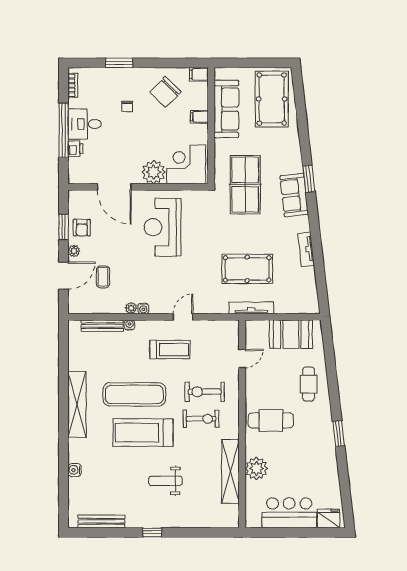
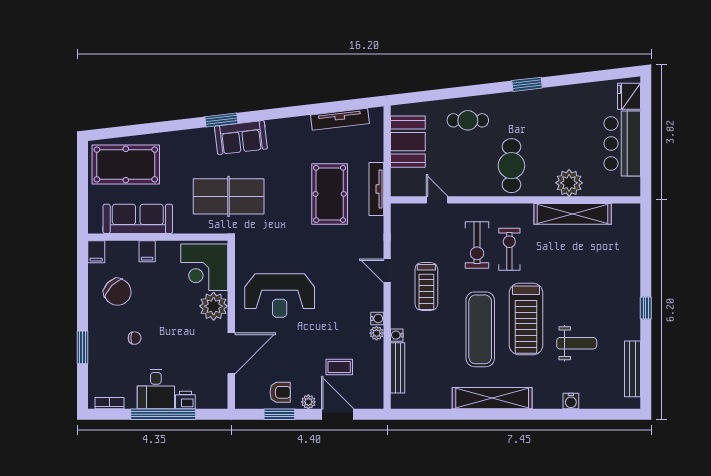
tv unit: (306, 249) -> (340, 119), moved, width x1.41
treadmill: (170, 350) -> (426, 287), turned 180
weight bench: (165, 481) -> (577, 343), moved, turned -90

